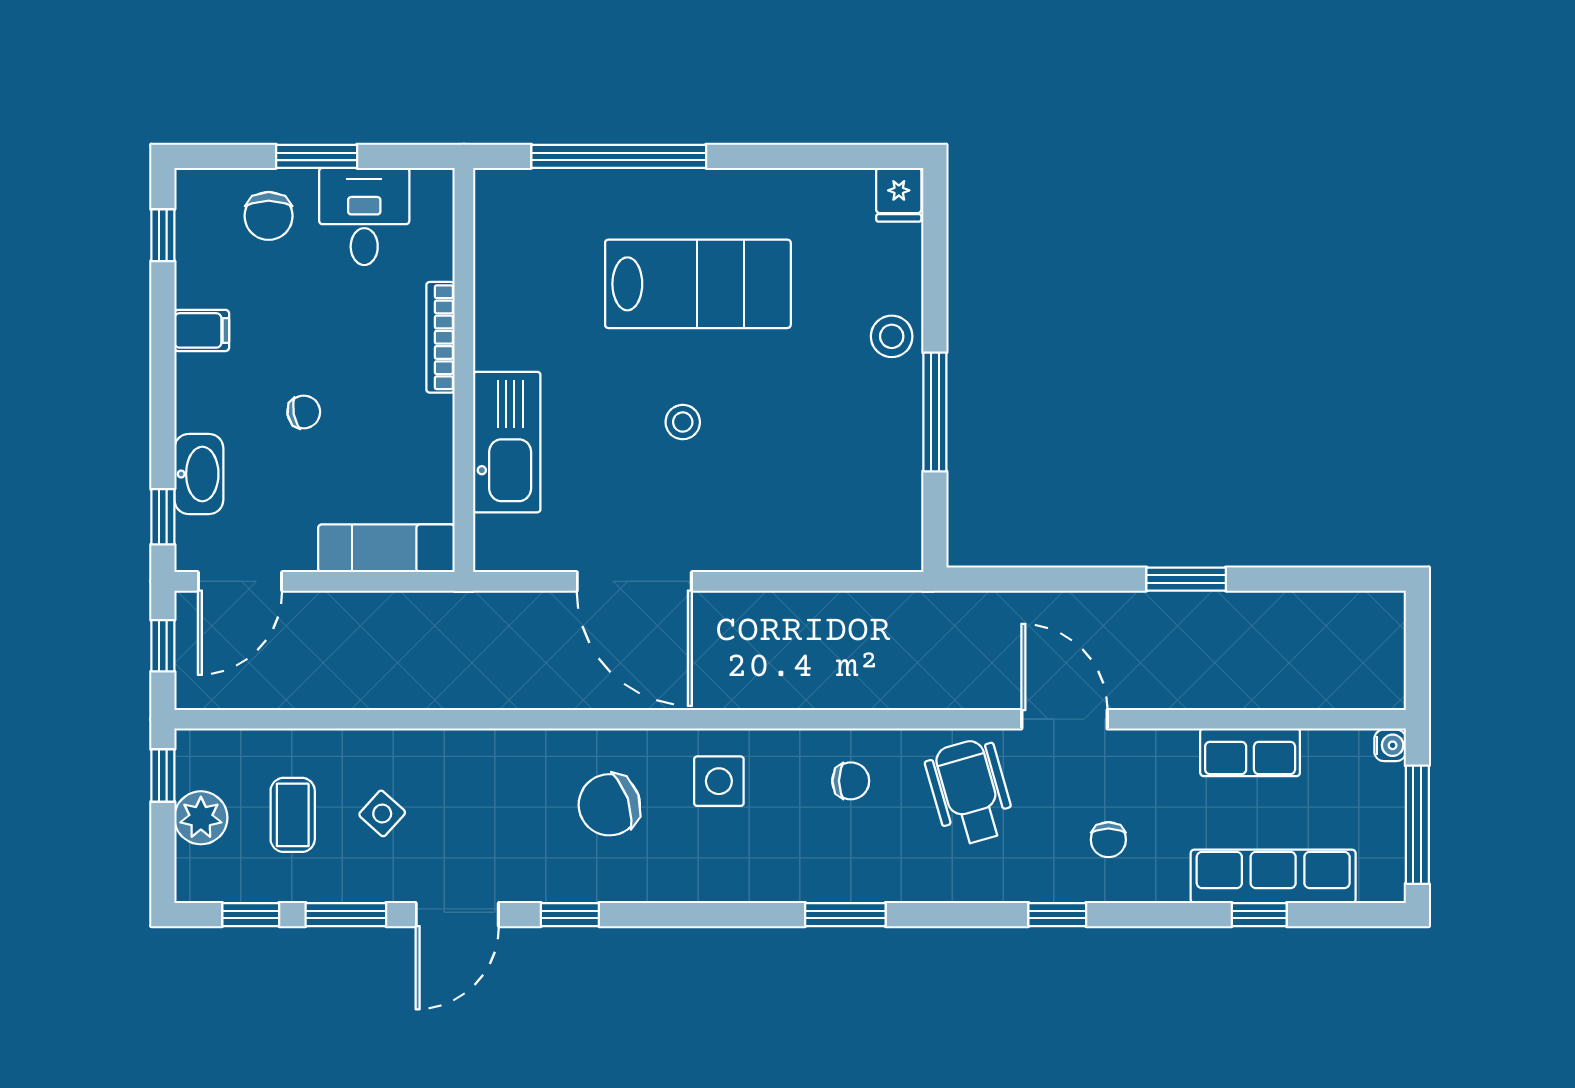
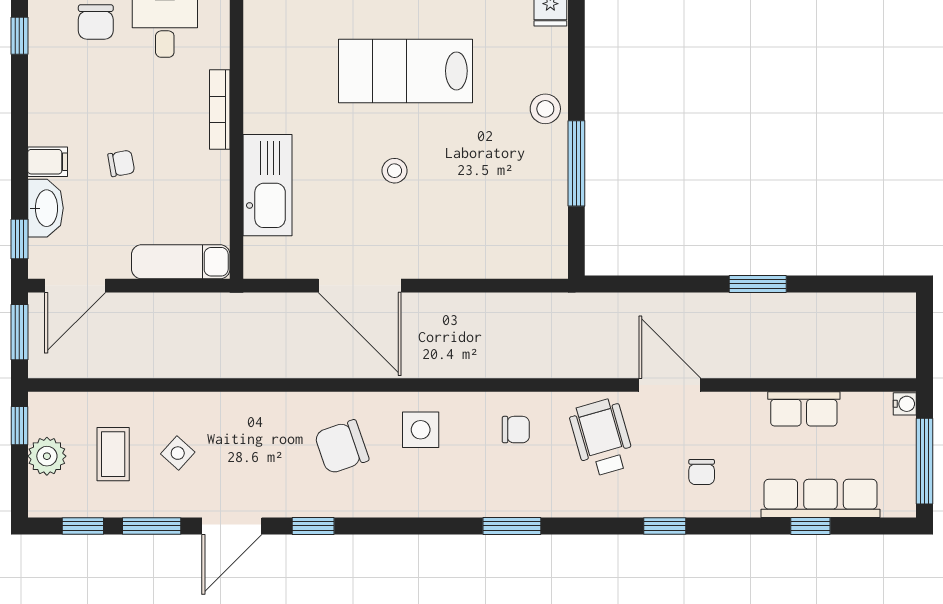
lab bench: (698, 284) -> (405, 71), turned 180
filing cabinet: (202, 330) -> (48, 162), moved
window: (163, 646) -> (19, 332), width x1.50

